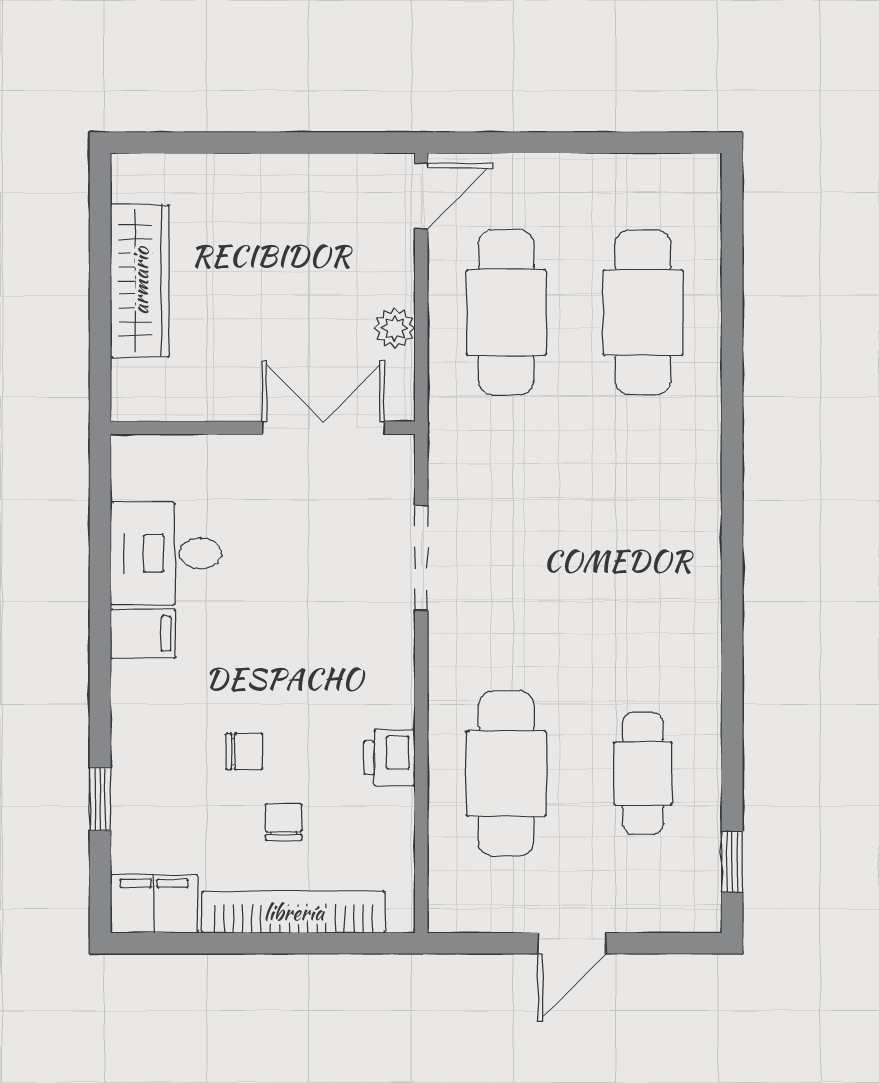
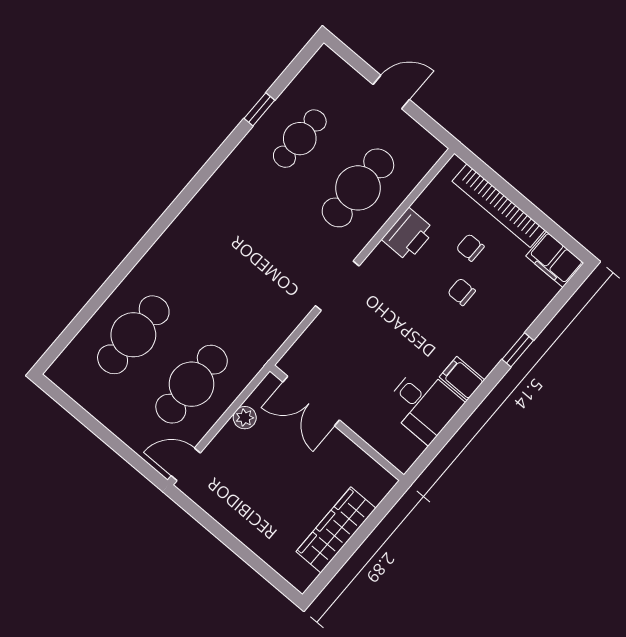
doorway: (421, 558) -> (337, 286), moved
printer: (389, 758) -> (408, 235), width x1.36, depth x1.24
window: (100, 799) -> (518, 350), moved
chair: (284, 822) -> (470, 248), turned 90
window: (732, 862) -> (259, 109), moved

